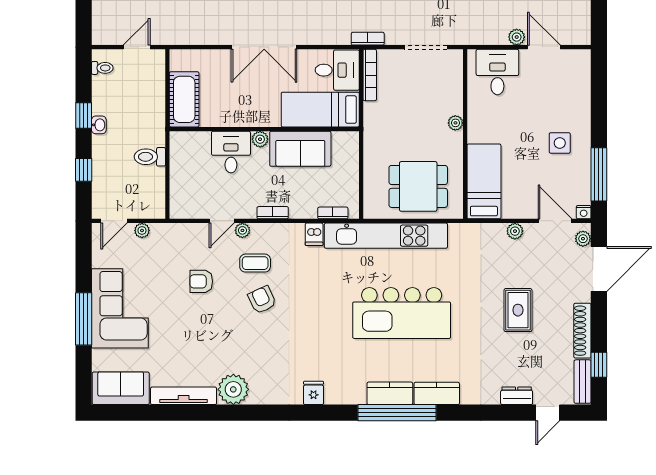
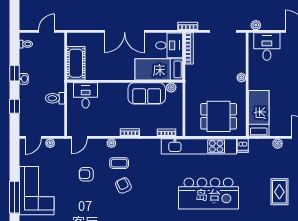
plant: (517, 37) -> (256, 25), moved
plant: (260, 139) -> (171, 88), moved
desk: (231, 152) -> (86, 95), moved
door: (222, 221) -> (80, 137), moved
dishwasher: (314, 234) -> (243, 146), moved

